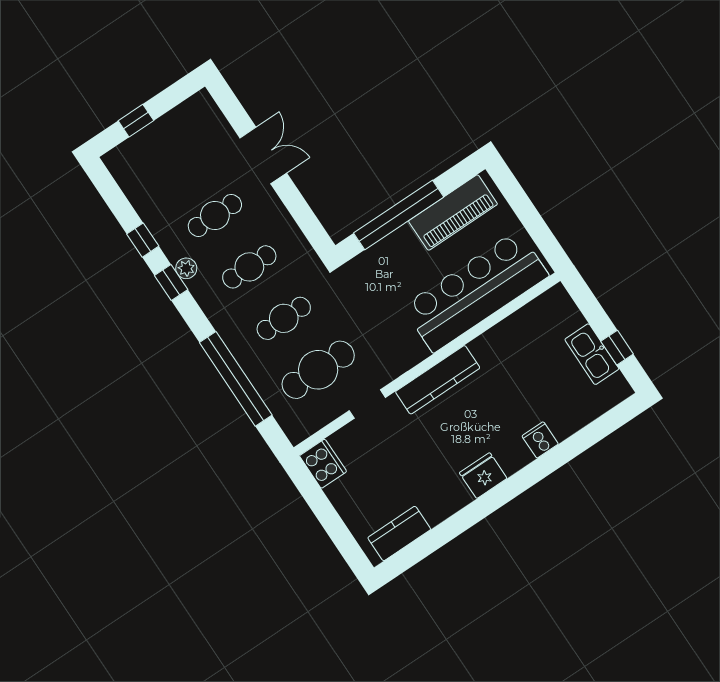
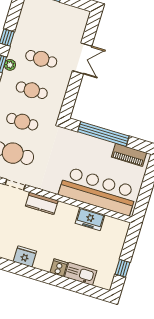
piano: (453, 213) -> (129, 155), width x0.73, depth x0.75
freezer: (506, 336) -> (90, 219), added
kitchen sink: (592, 354) -> (81, 274), moved, turned 90
kitchen counter: (438, 380) -> (42, 203), width x0.67

